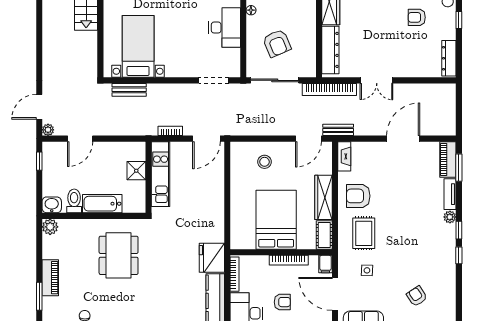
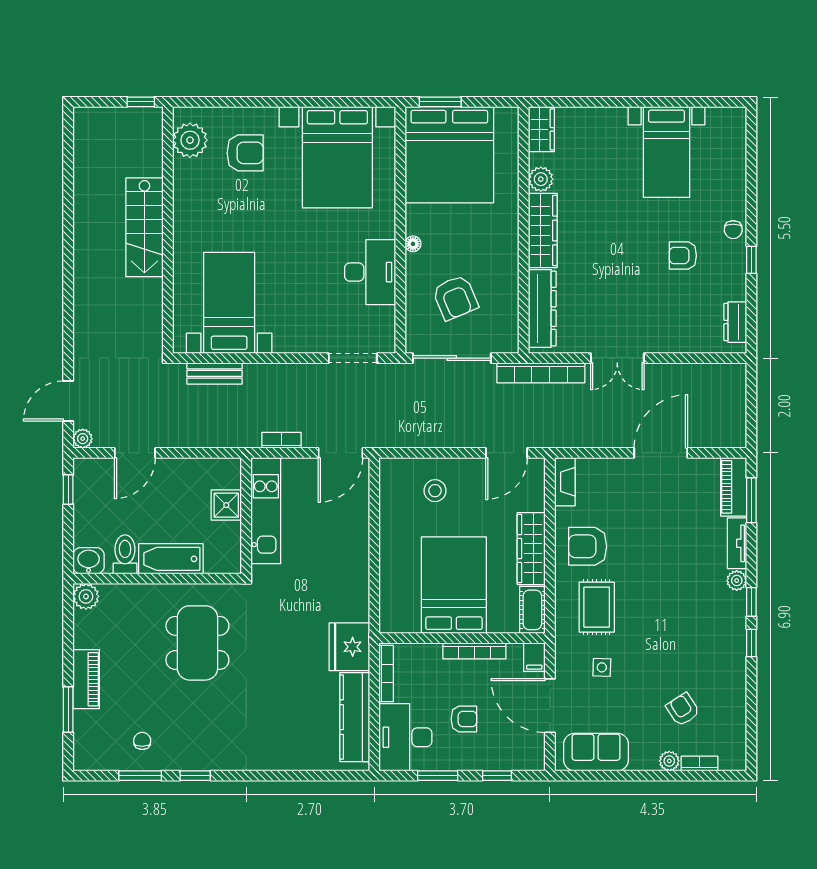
dresser: (449, 58) -> (735, 322), width x0.70
bench: (338, 130) -> (555, 439), removed

